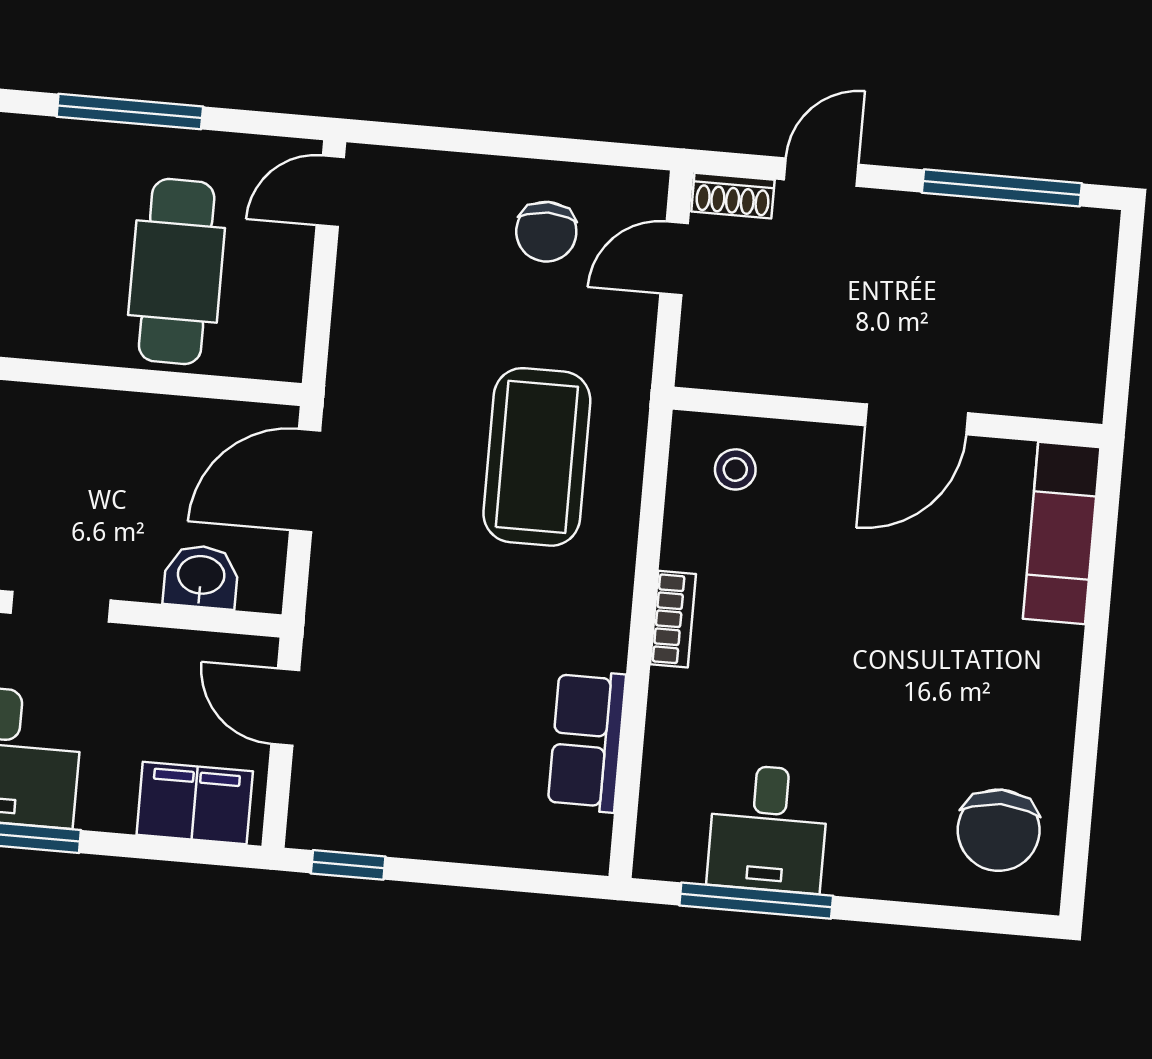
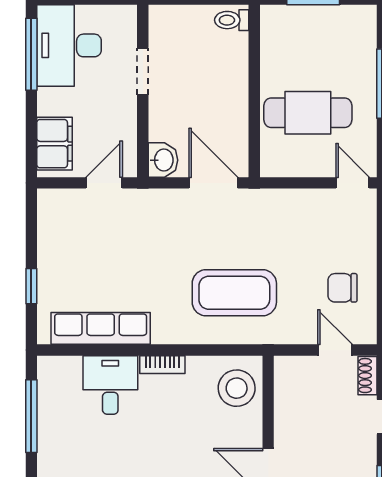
stool: (735, 469) -> (237, 388), width x1.89, depth x1.89
washbasin: (201, 577) -> (163, 160), moved
row of seats: (587, 741) -> (101, 328), width x1.48
desk: (768, 828) -> (110, 385), moved, turned 90
window: (348, 865) -> (31, 286), moved

